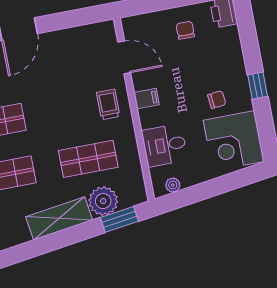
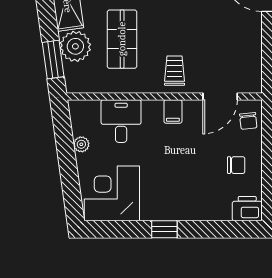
chair: (217, 100) -> (248, 121), moved
trolley: (108, 104) -> (175, 71), turned -90
plant: (173, 185) -> (81, 144), moved

